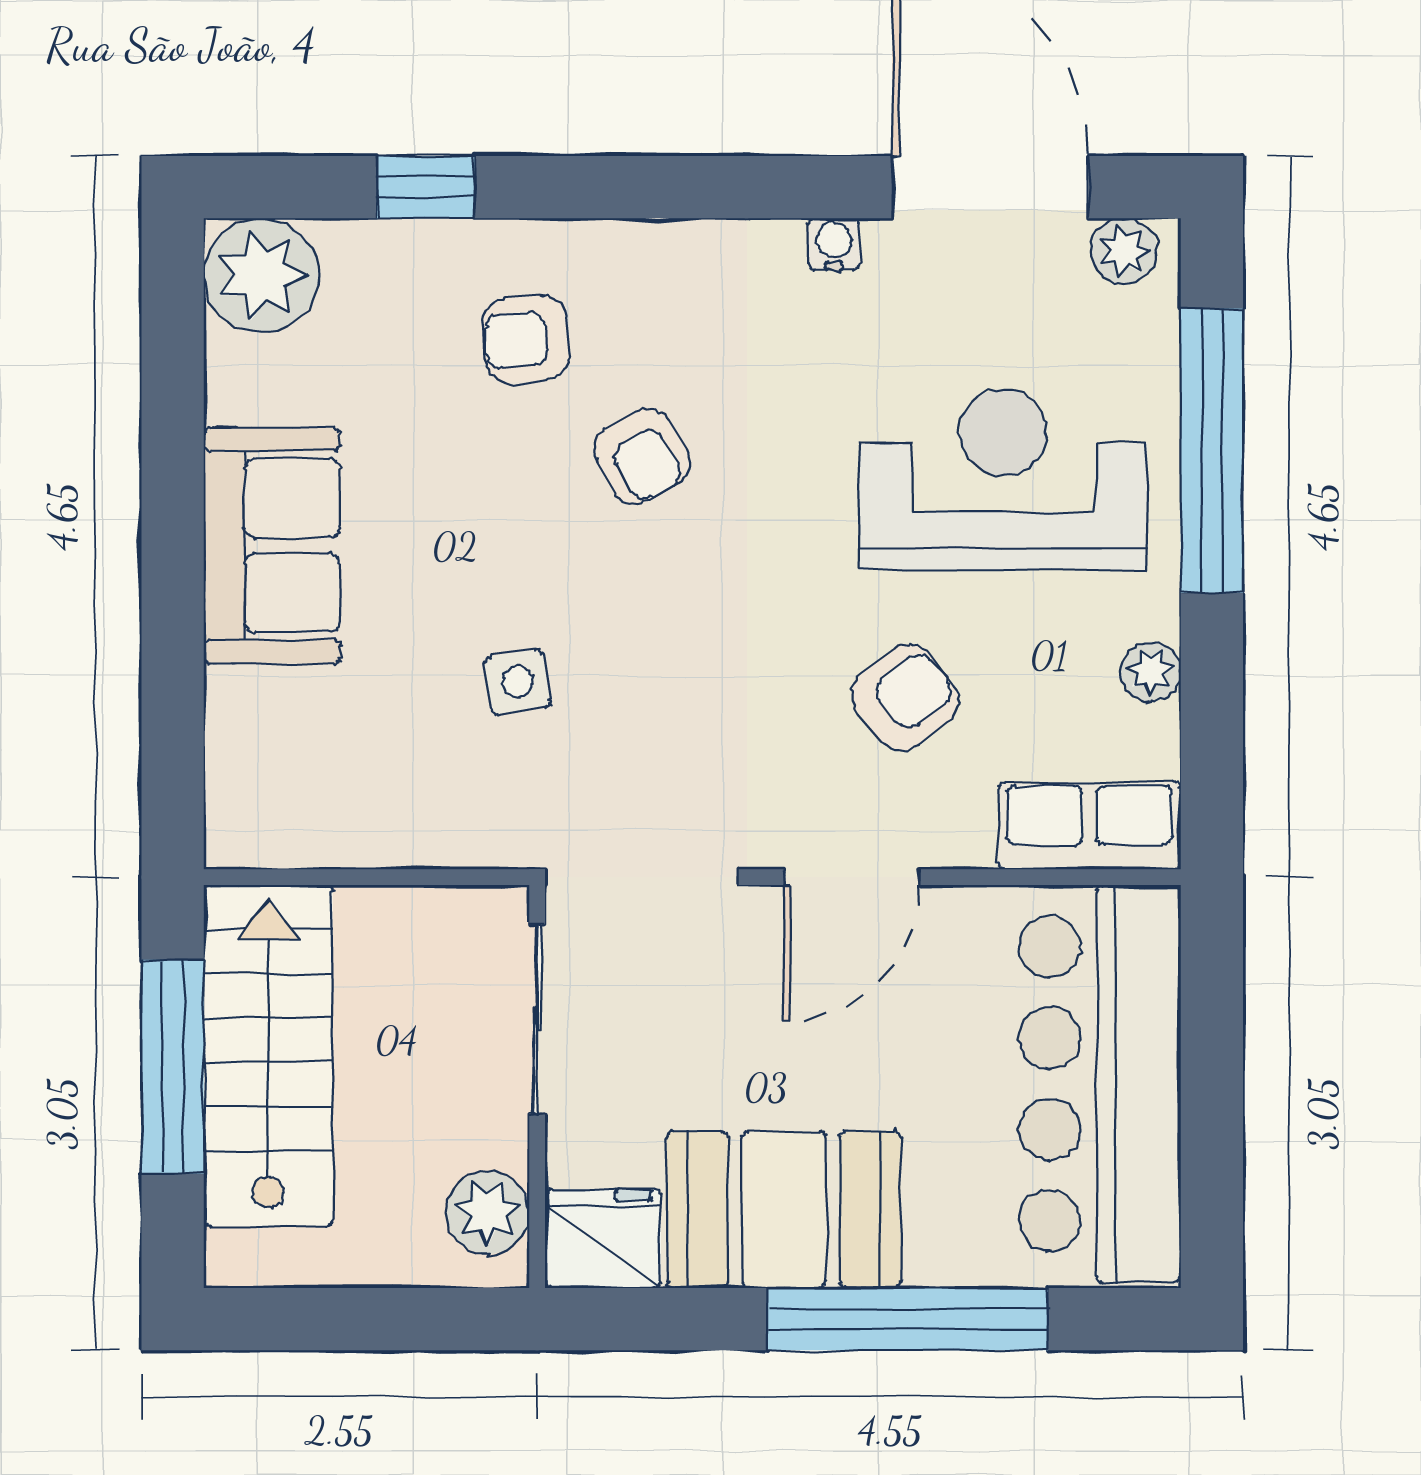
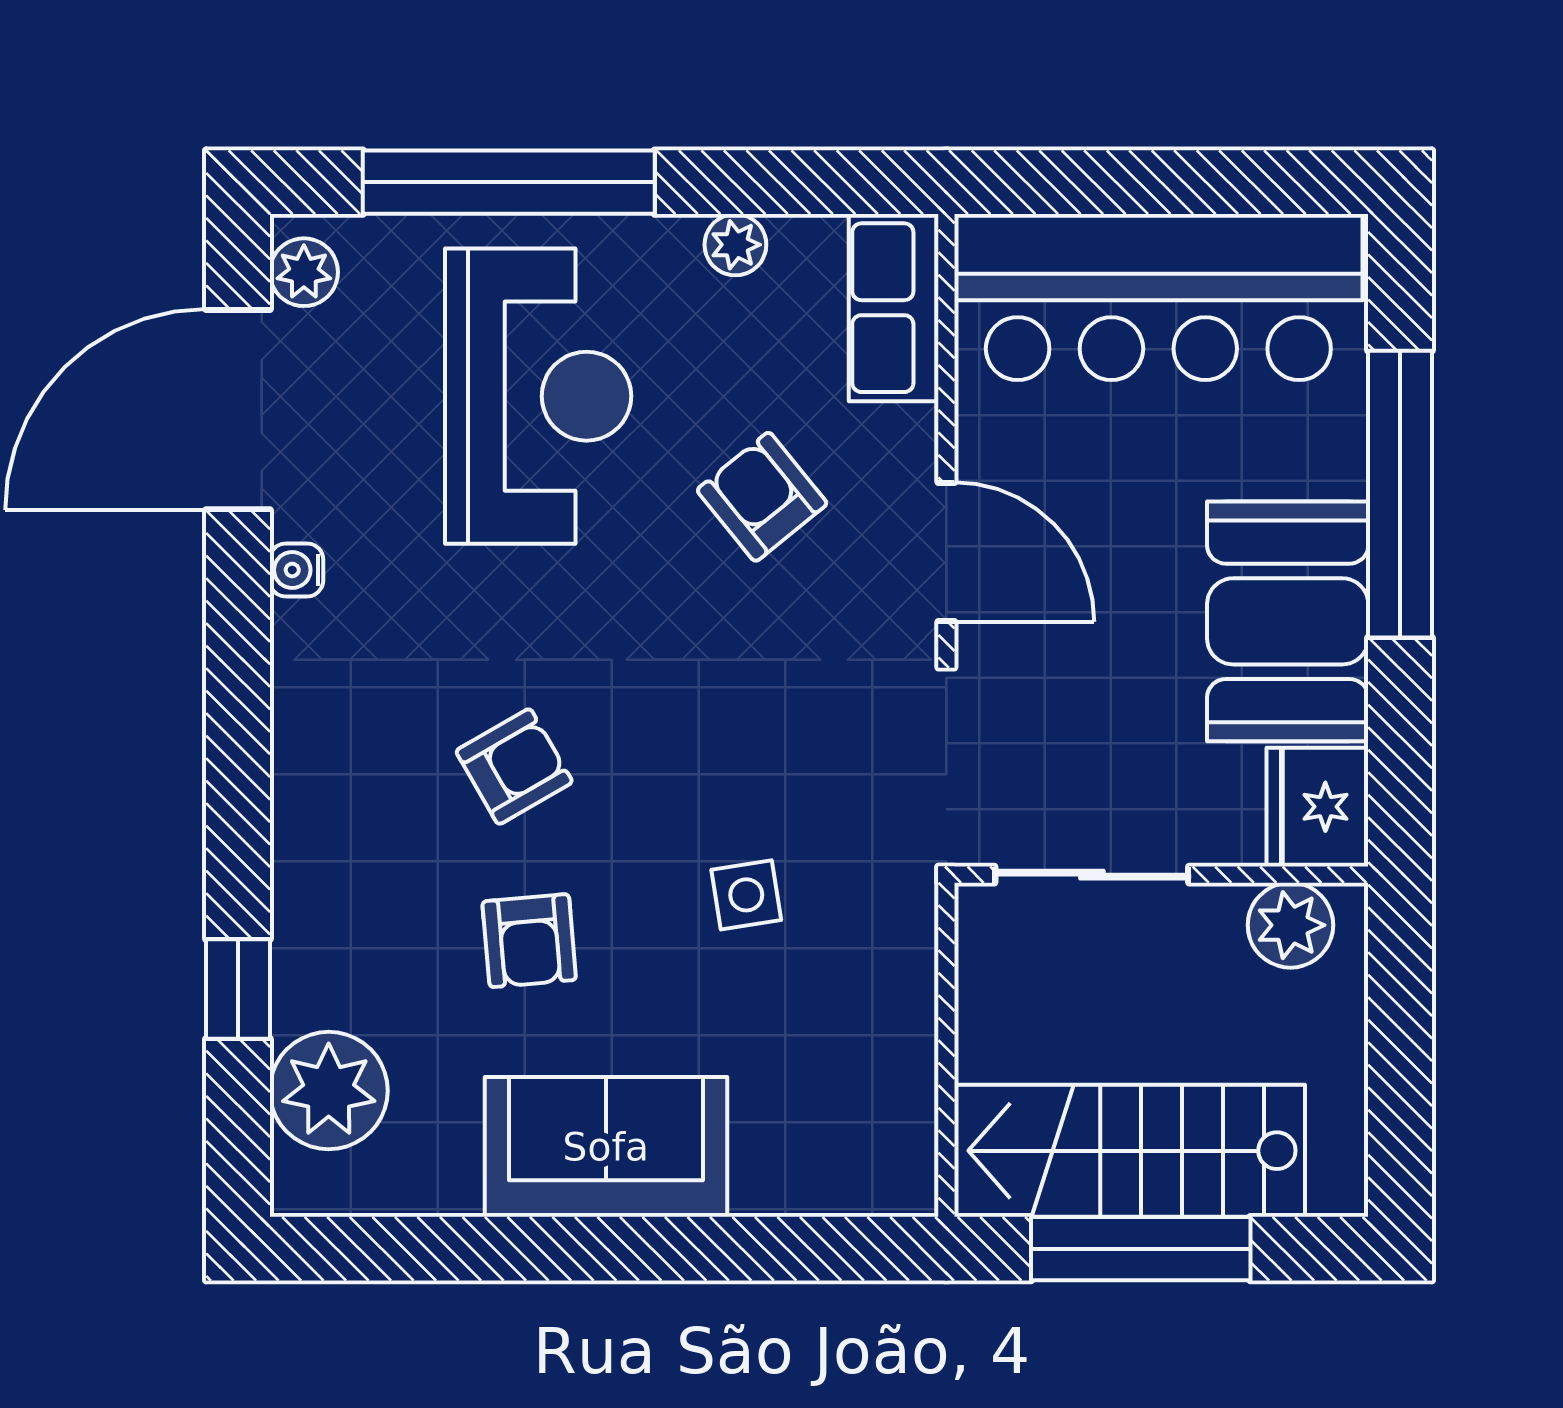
plant: (261, 275) -> (329, 1091), moved
armchair: (526, 339) -> (529, 941), moved
reception desk: (1003, 479) -> (538, 396), turned 180

